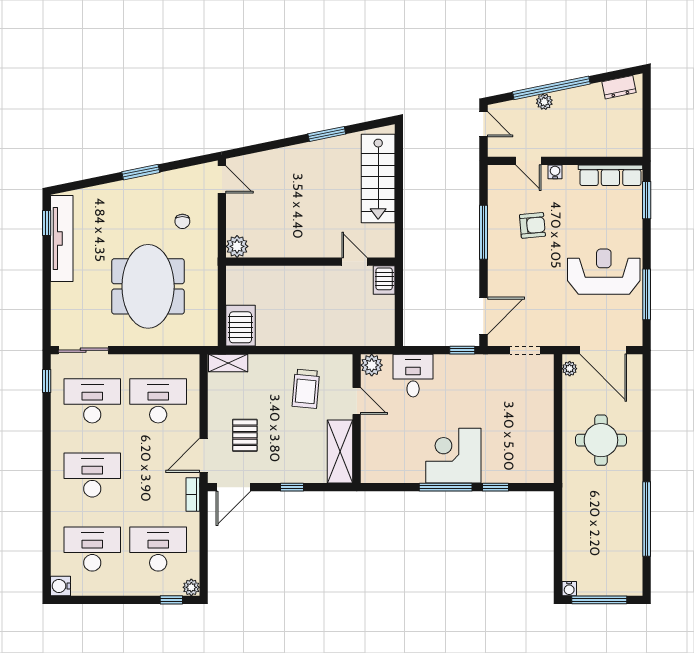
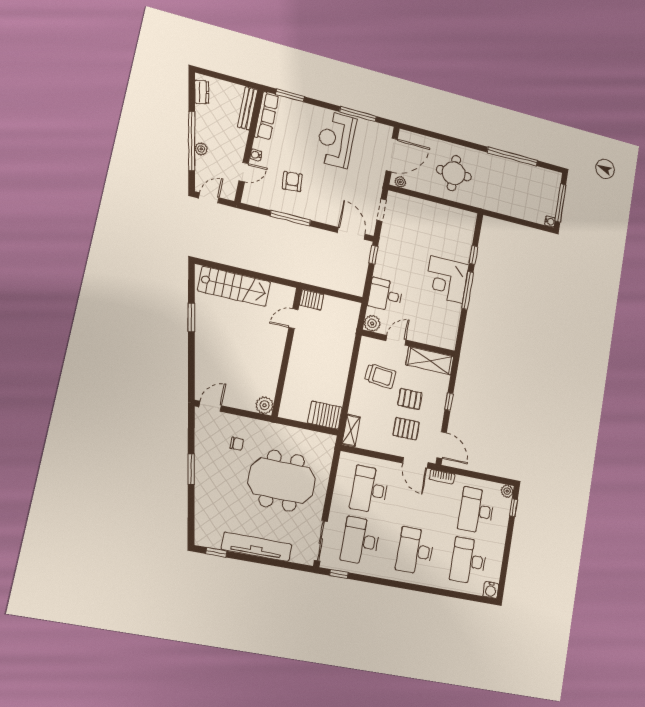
bench: (614, 149) -> (248, 108), added
tv unit: (62, 239) -> (257, 547), moved
pallet: (284, 433) -> (410, 399), added

